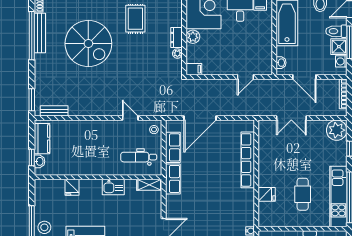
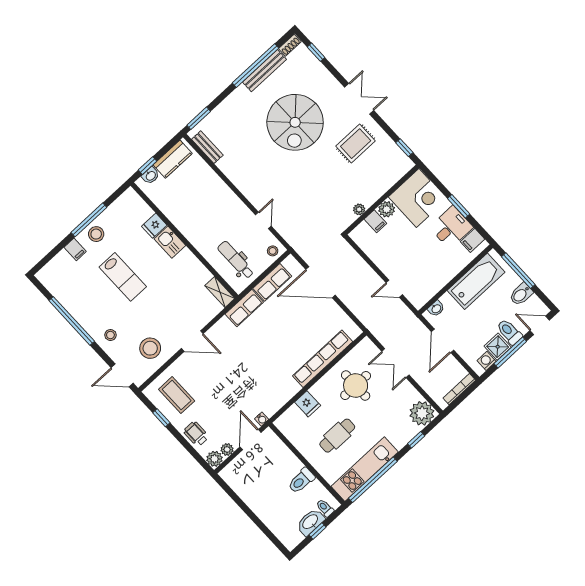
dresser: (177, 38) -> (373, 195), removed
filing cabinet: (194, 69) -> (375, 221), moved
round table: (283, 155) -> (356, 386), added
kitchen sink: (113, 187) -> (170, 242), moved

